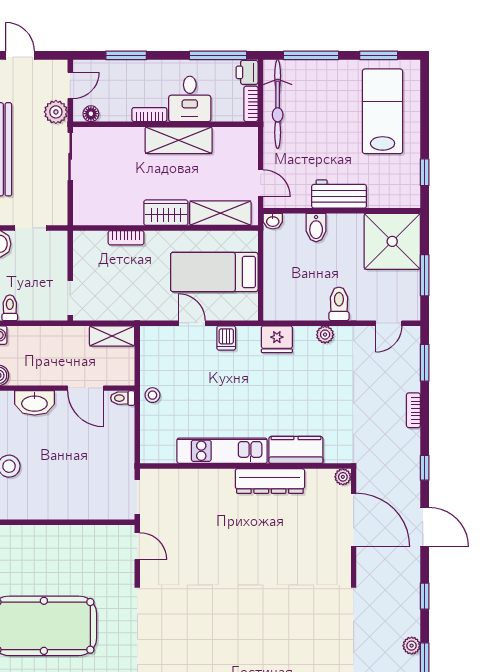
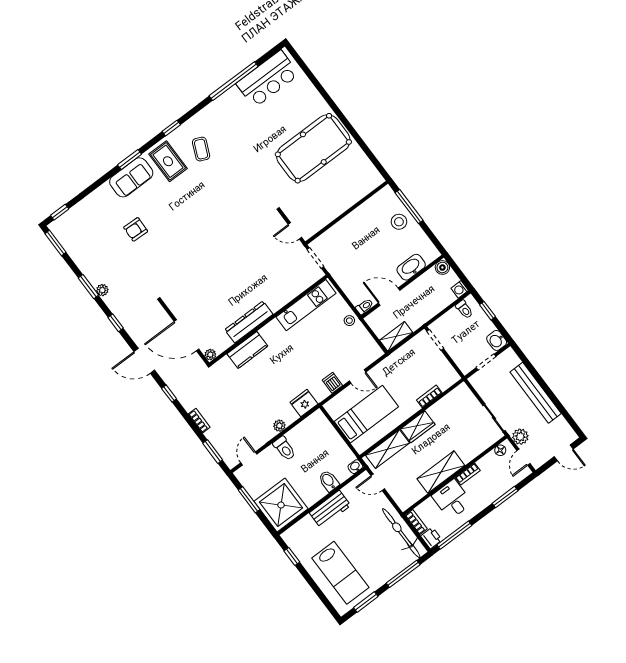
kitchen unit: (222, 451) -> (306, 305), moved

